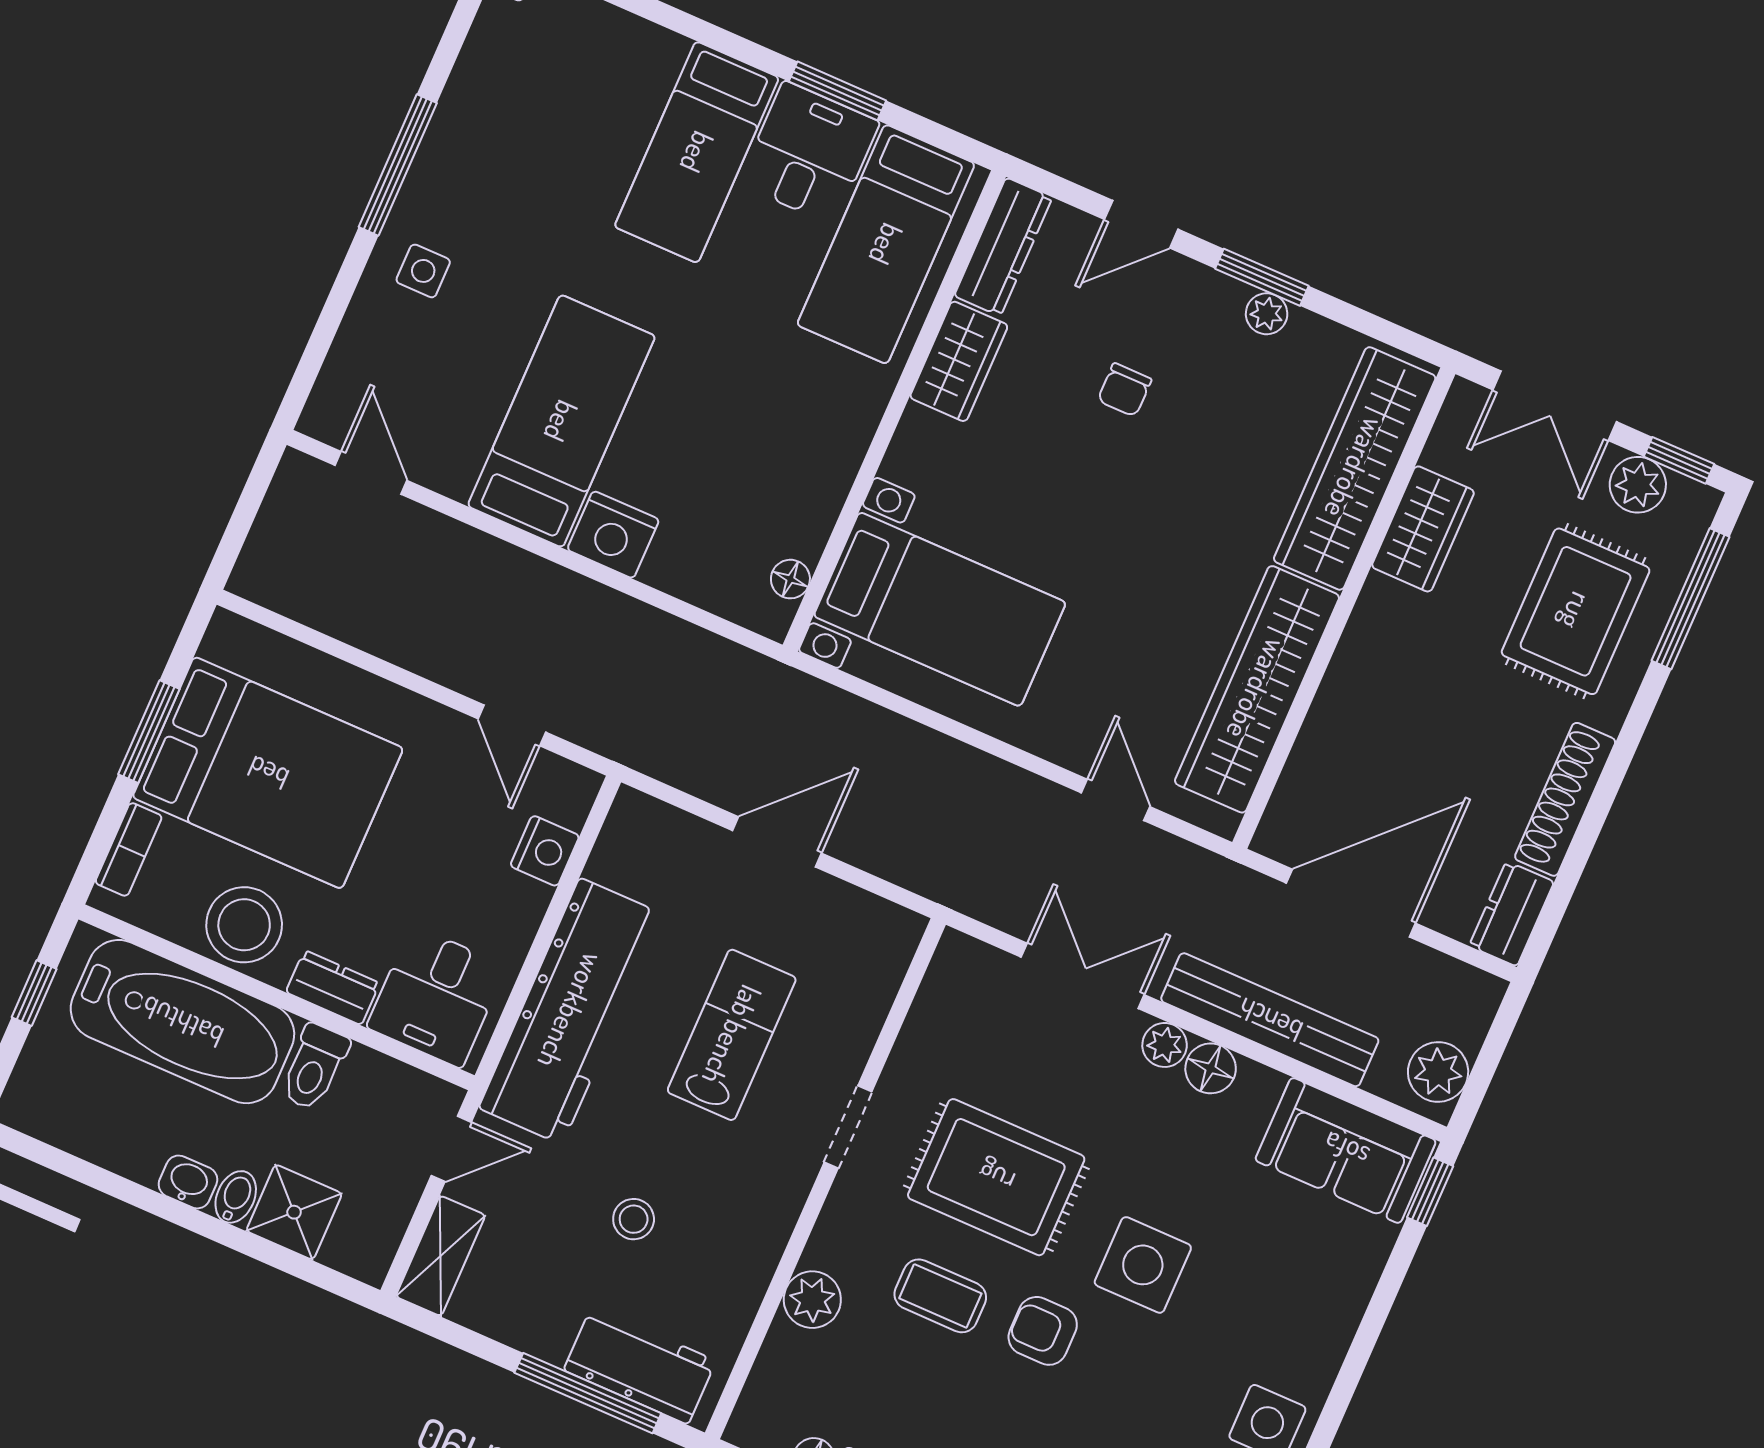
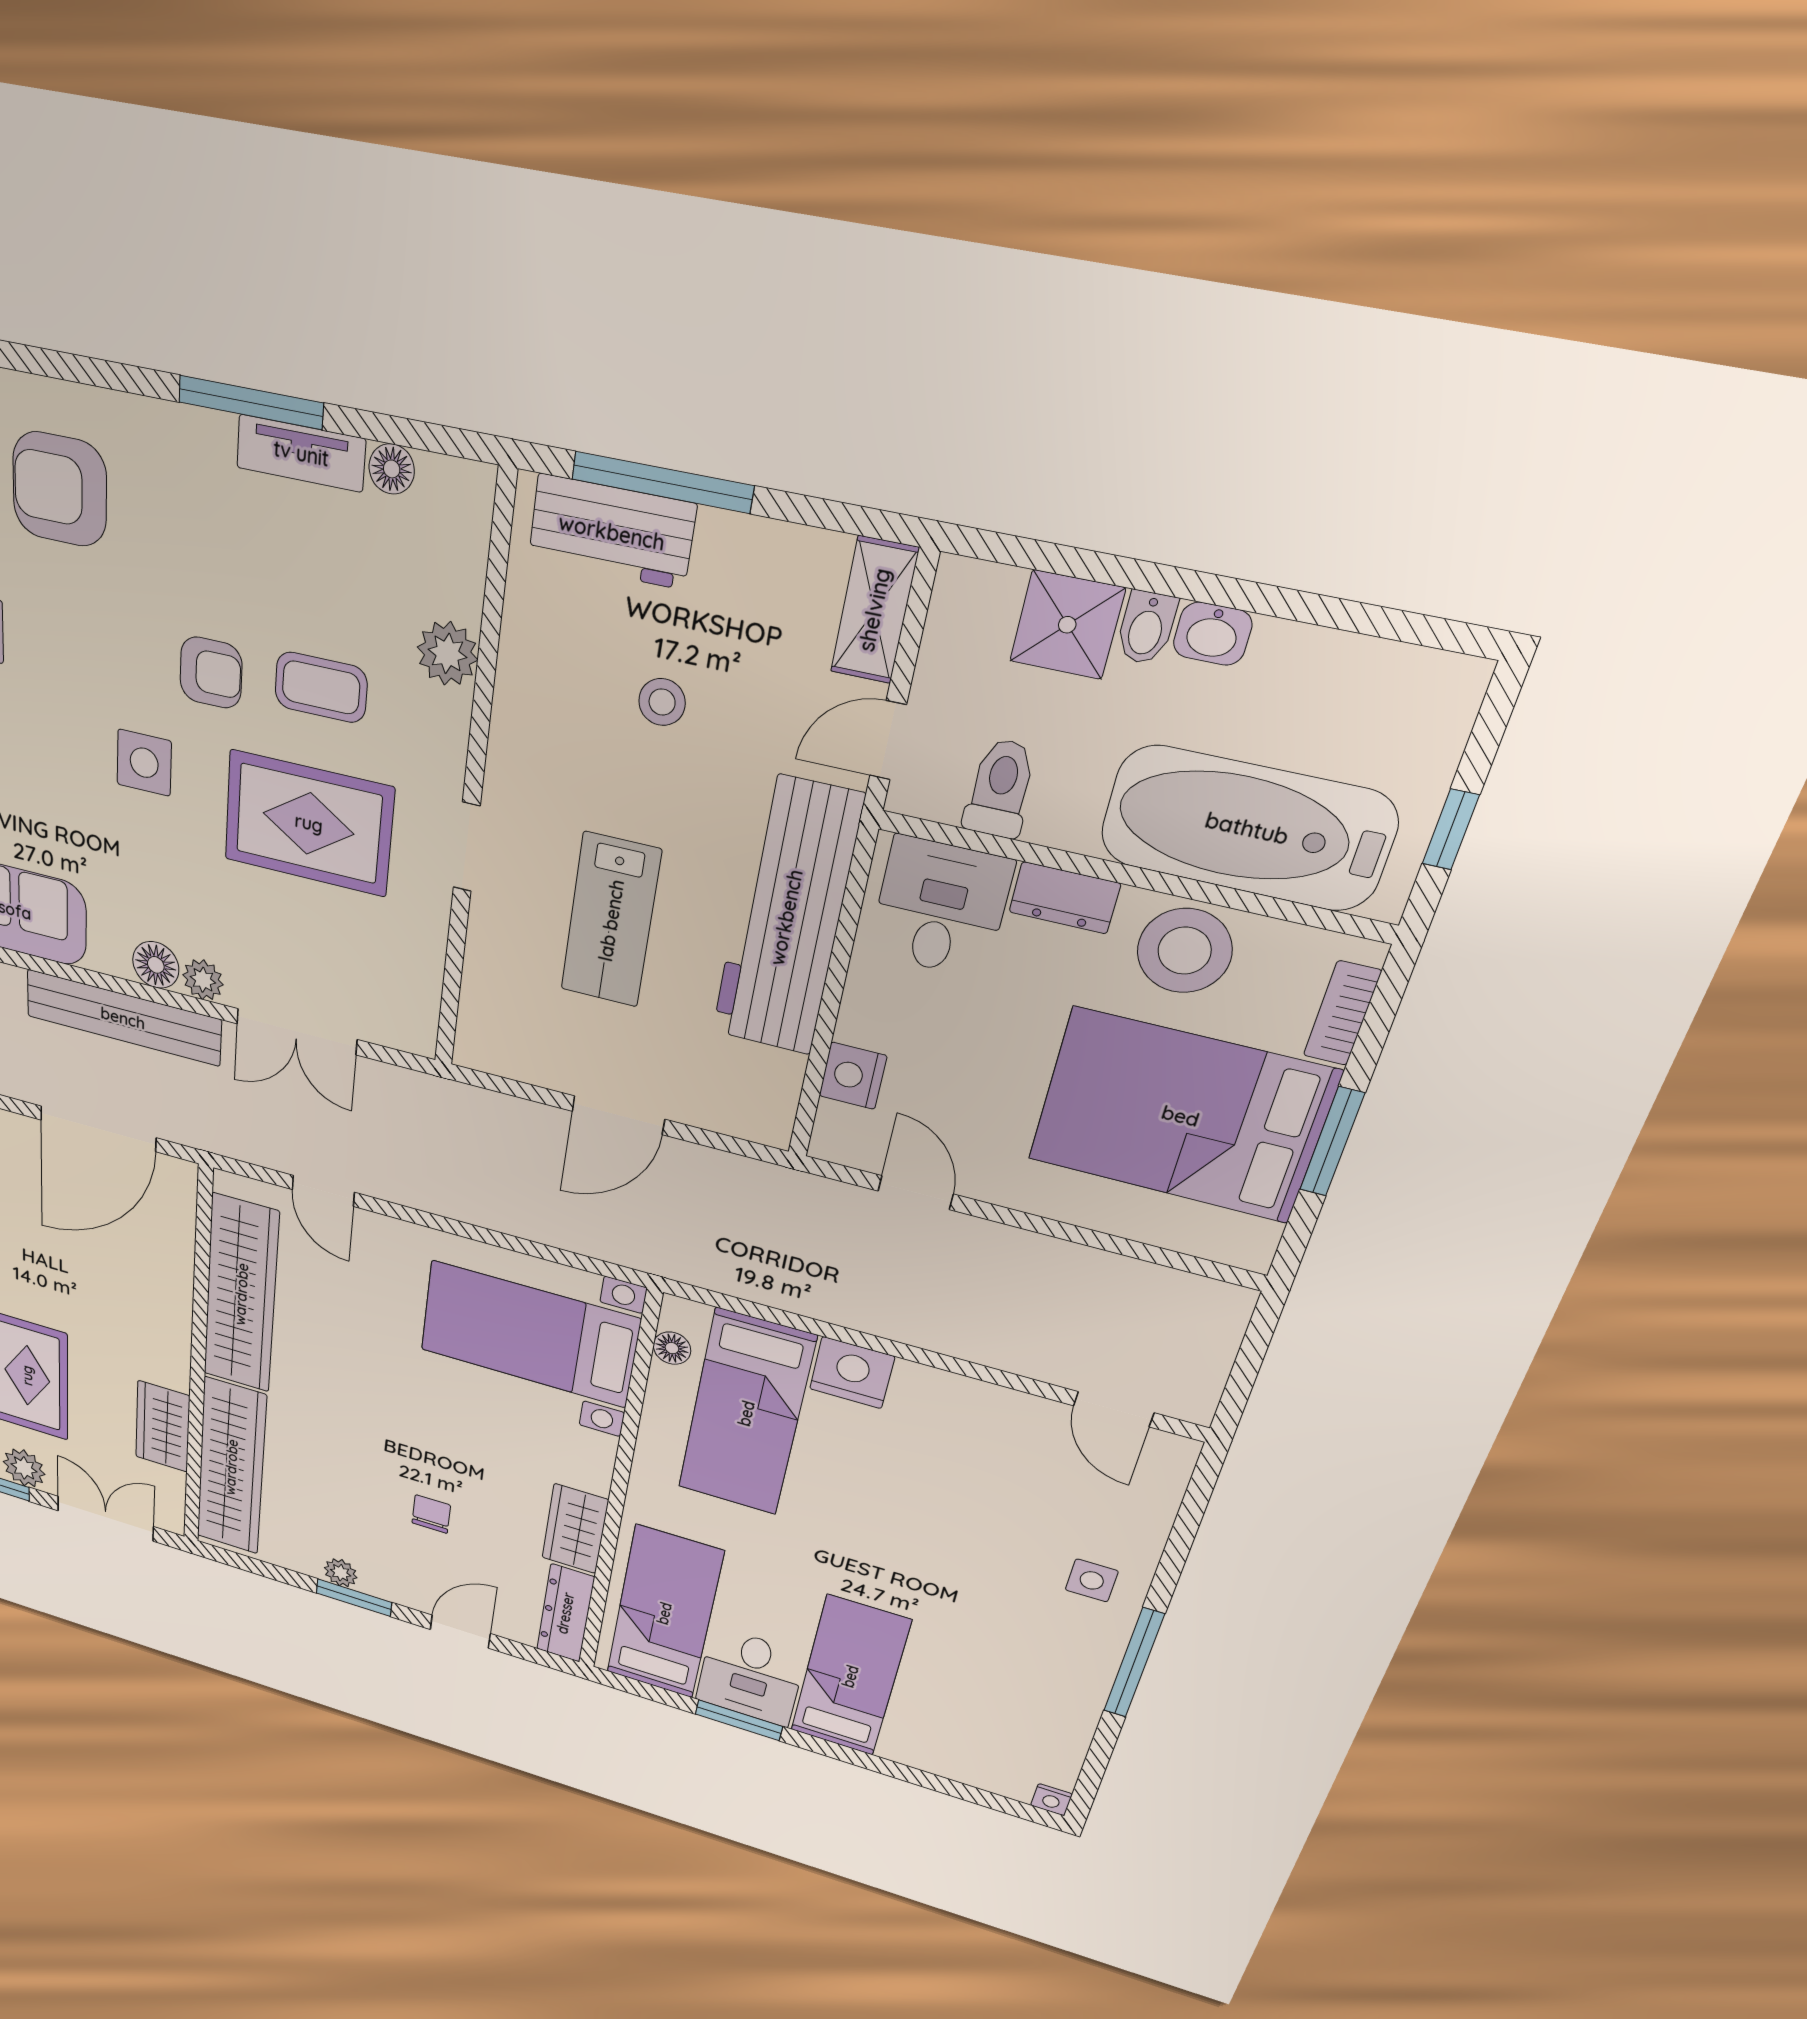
bed: (561, 421) -> (746, 1413), moved
toilet: (314, 1067) -> (1000, 788), moved
side table: (1143, 1265) -> (144, 763), width x0.73, depth x0.73

